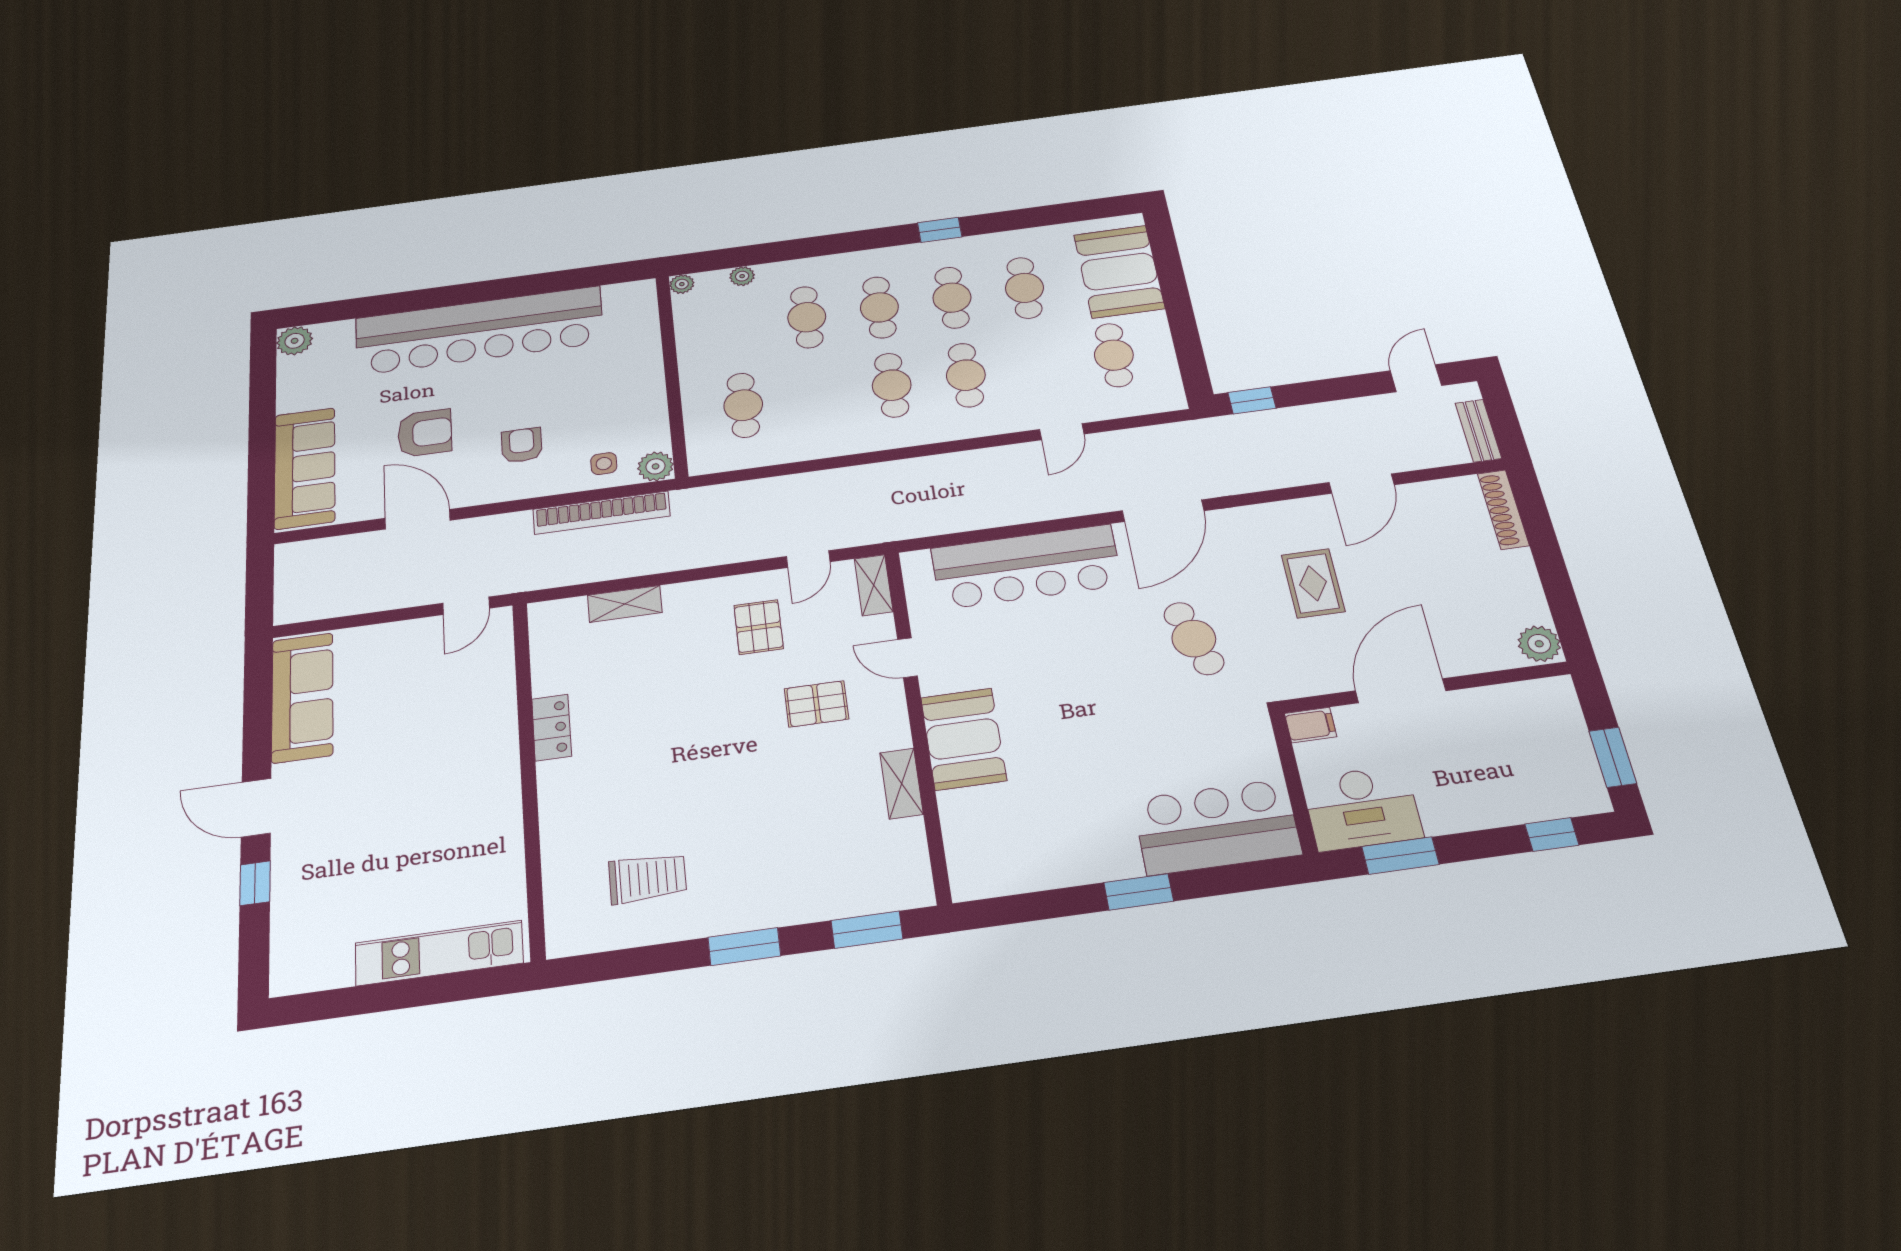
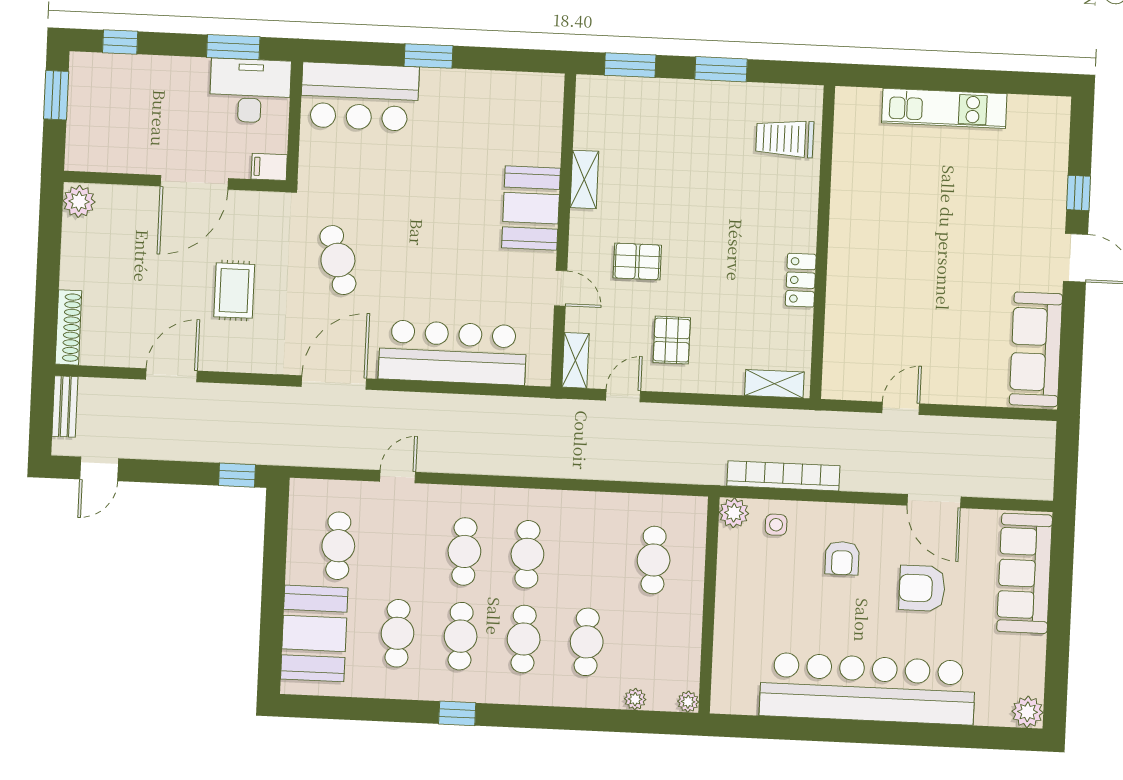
locker: (552, 728) -> (801, 280), moved
wall: (529, 775) -> (822, 242), moved

